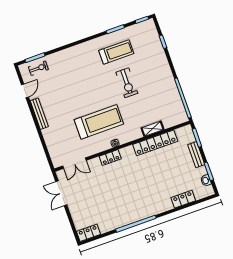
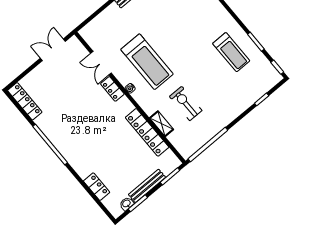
exercise bike: (127, 83) -> (186, 103), moved, turned 90
bench: (196, 155) -> (147, 186), width x1.36
double door: (74, 163) -> (101, 63), moved
locker: (89, 233) -> (25, 101), width x1.53

